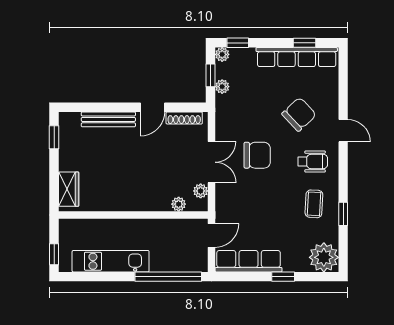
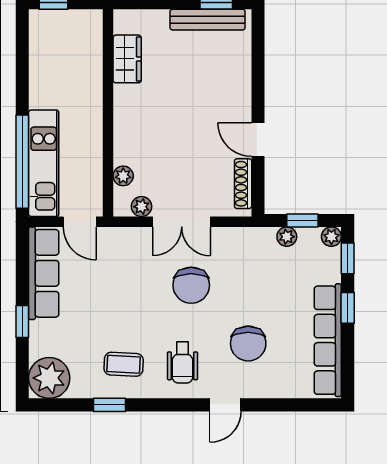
window: (305, 43) -> (348, 308), moved
chair: (299, 114) -> (248, 344), turned 43
bench: (108, 119) -> (208, 20), moved, turned 90
wardrobe: (69, 189) -> (127, 59), moved, turned -90
kitchen unit: (111, 261) -> (44, 163), moved

